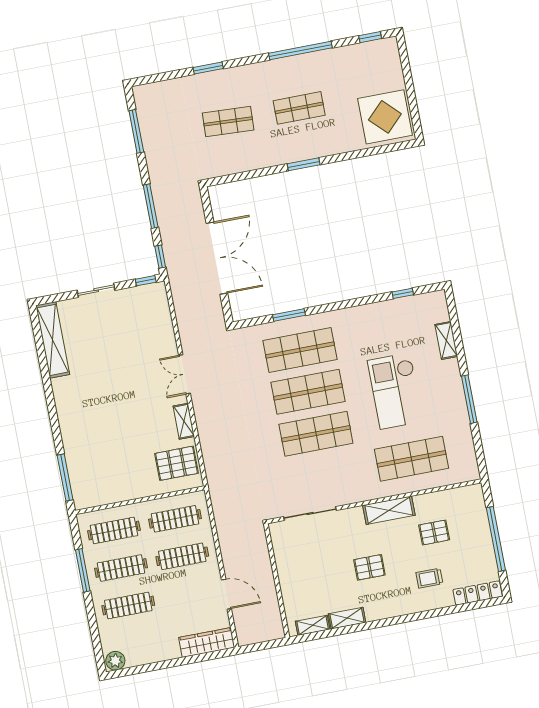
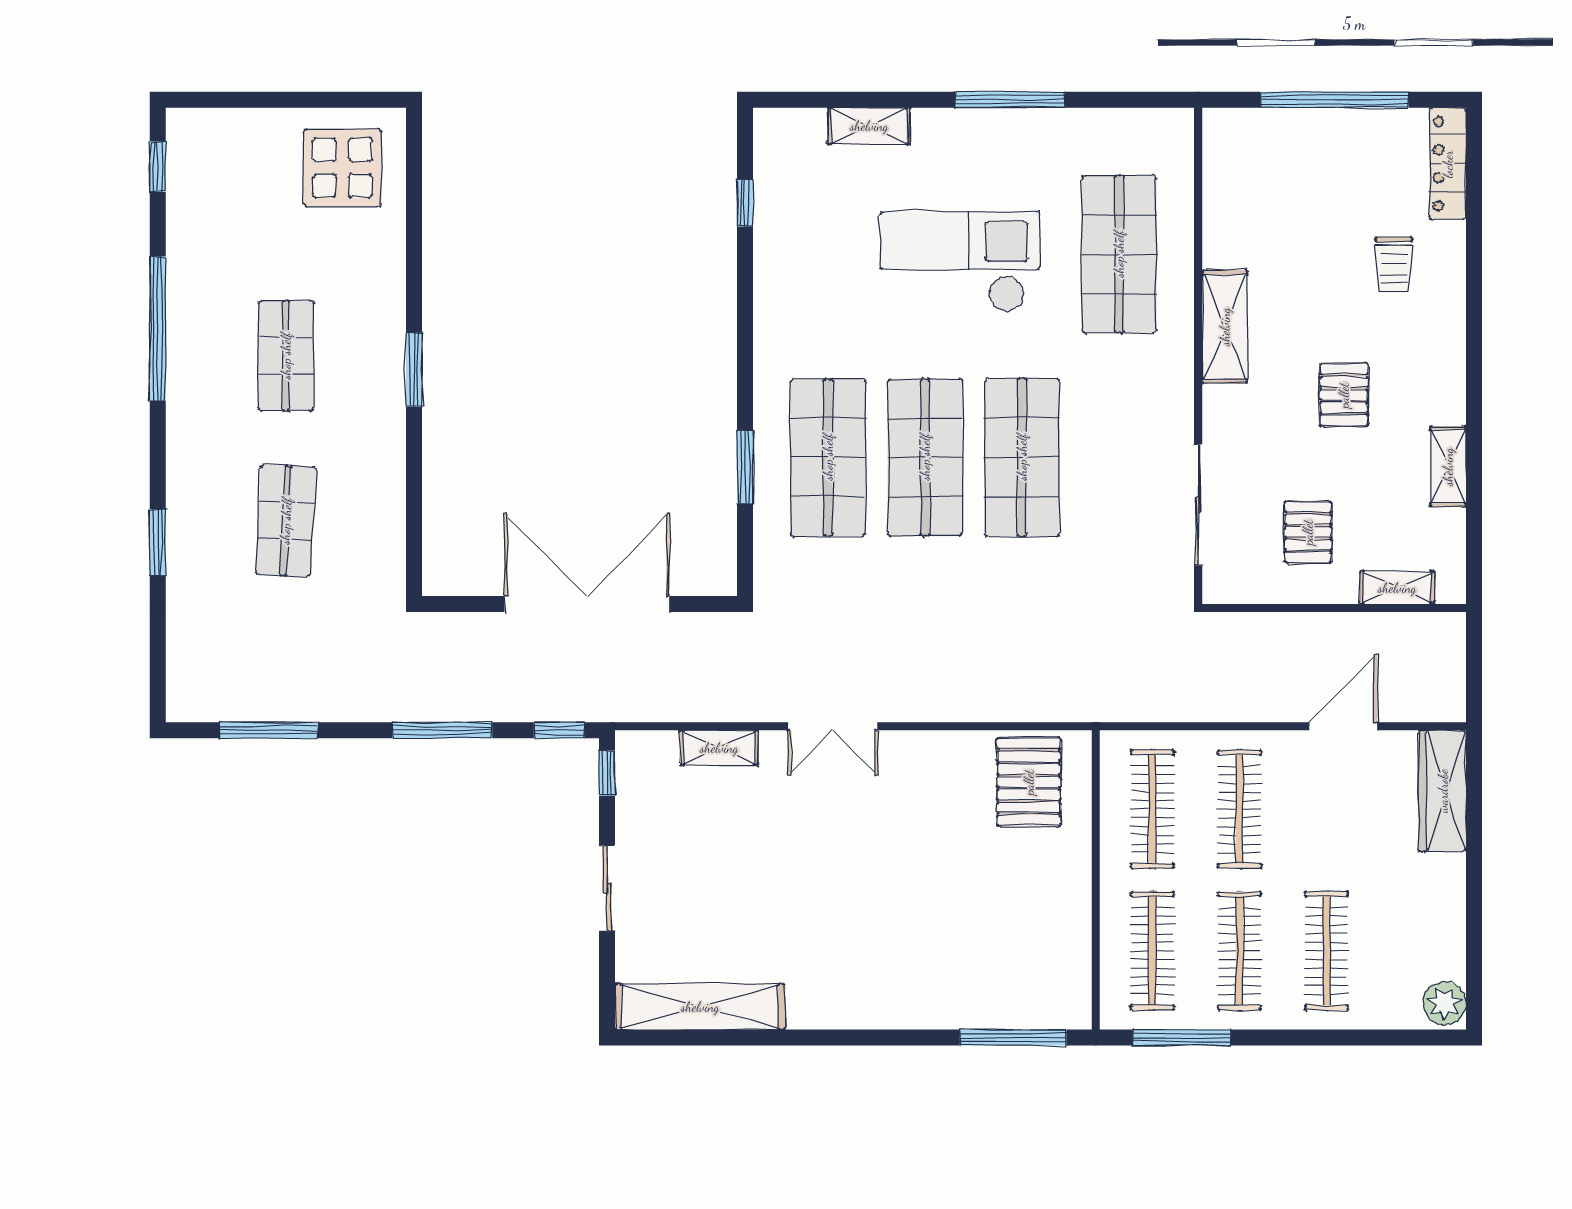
display table: (385, 117) -> (342, 168), width x0.73, depth x0.73
checkout: (395, 391) -> (960, 262), turned 180
shelving: (184, 421) -> (719, 748), moved
pallet: (434, 532) -> (1308, 532), moved
window: (83, 570) -> (1182, 1038), moved
shelving: (313, 625) -> (1397, 588), moved, turned 90

